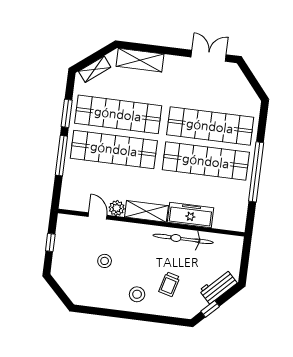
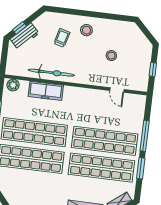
plant: (117, 208) -> (13, 85), moved
shelving: (146, 211) -> (79, 94), removed
window: (210, 309) -> (19, 28), moved

